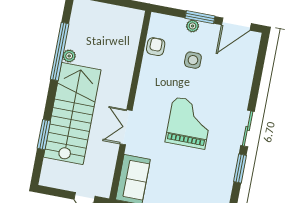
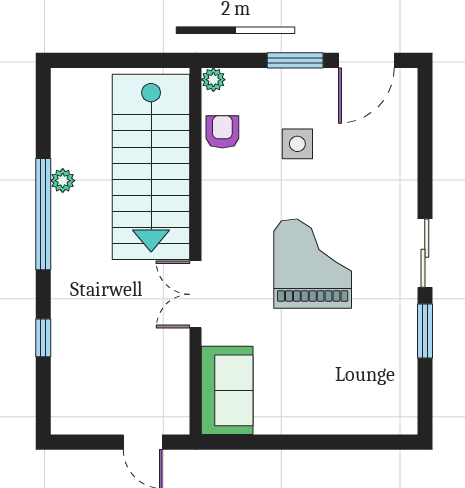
plant: (193, 26) -> (213, 80), moved
window: (60, 51) -> (43, 214), moved
stairs: (72, 113) -> (151, 167), moved, turned 180
window: (44, 135) -> (43, 338), width x0.67

